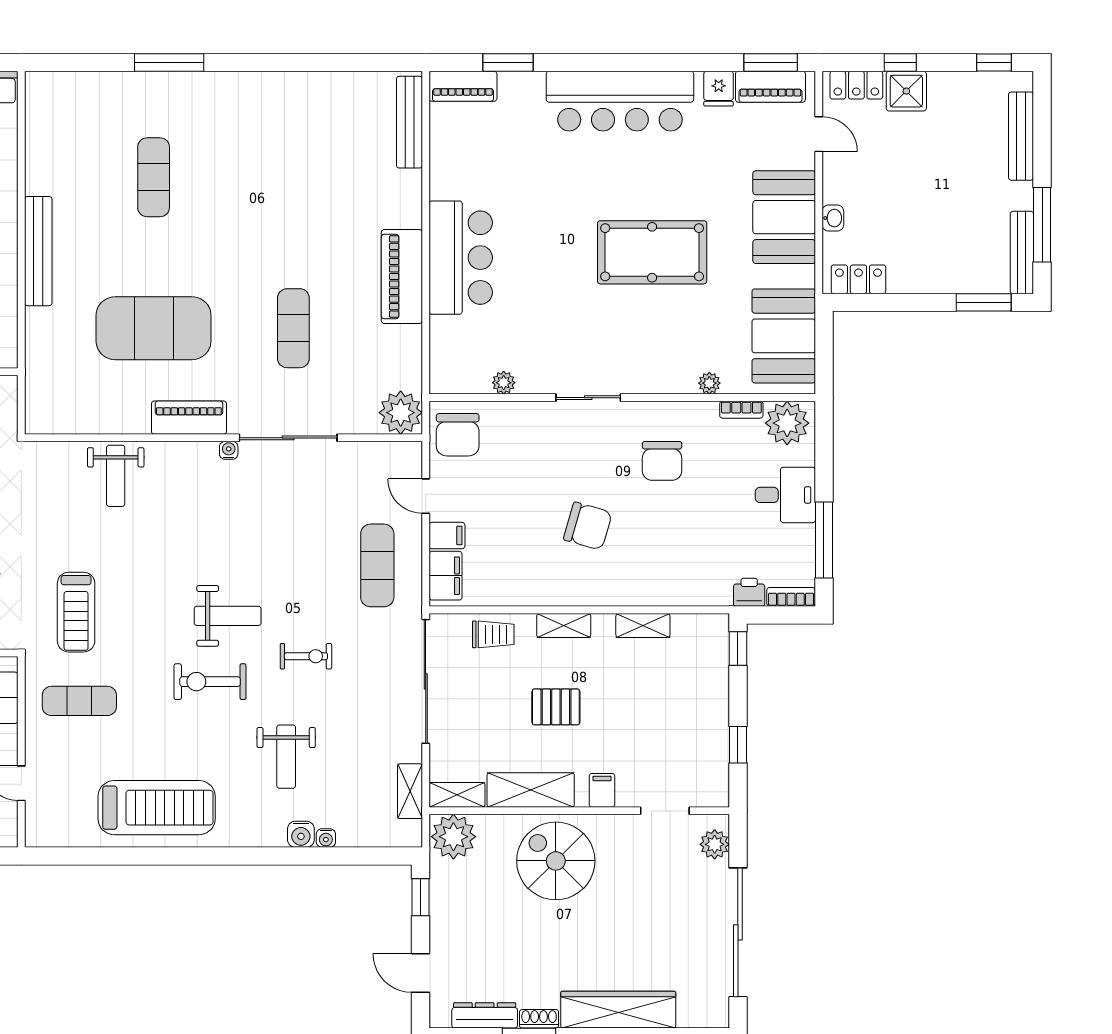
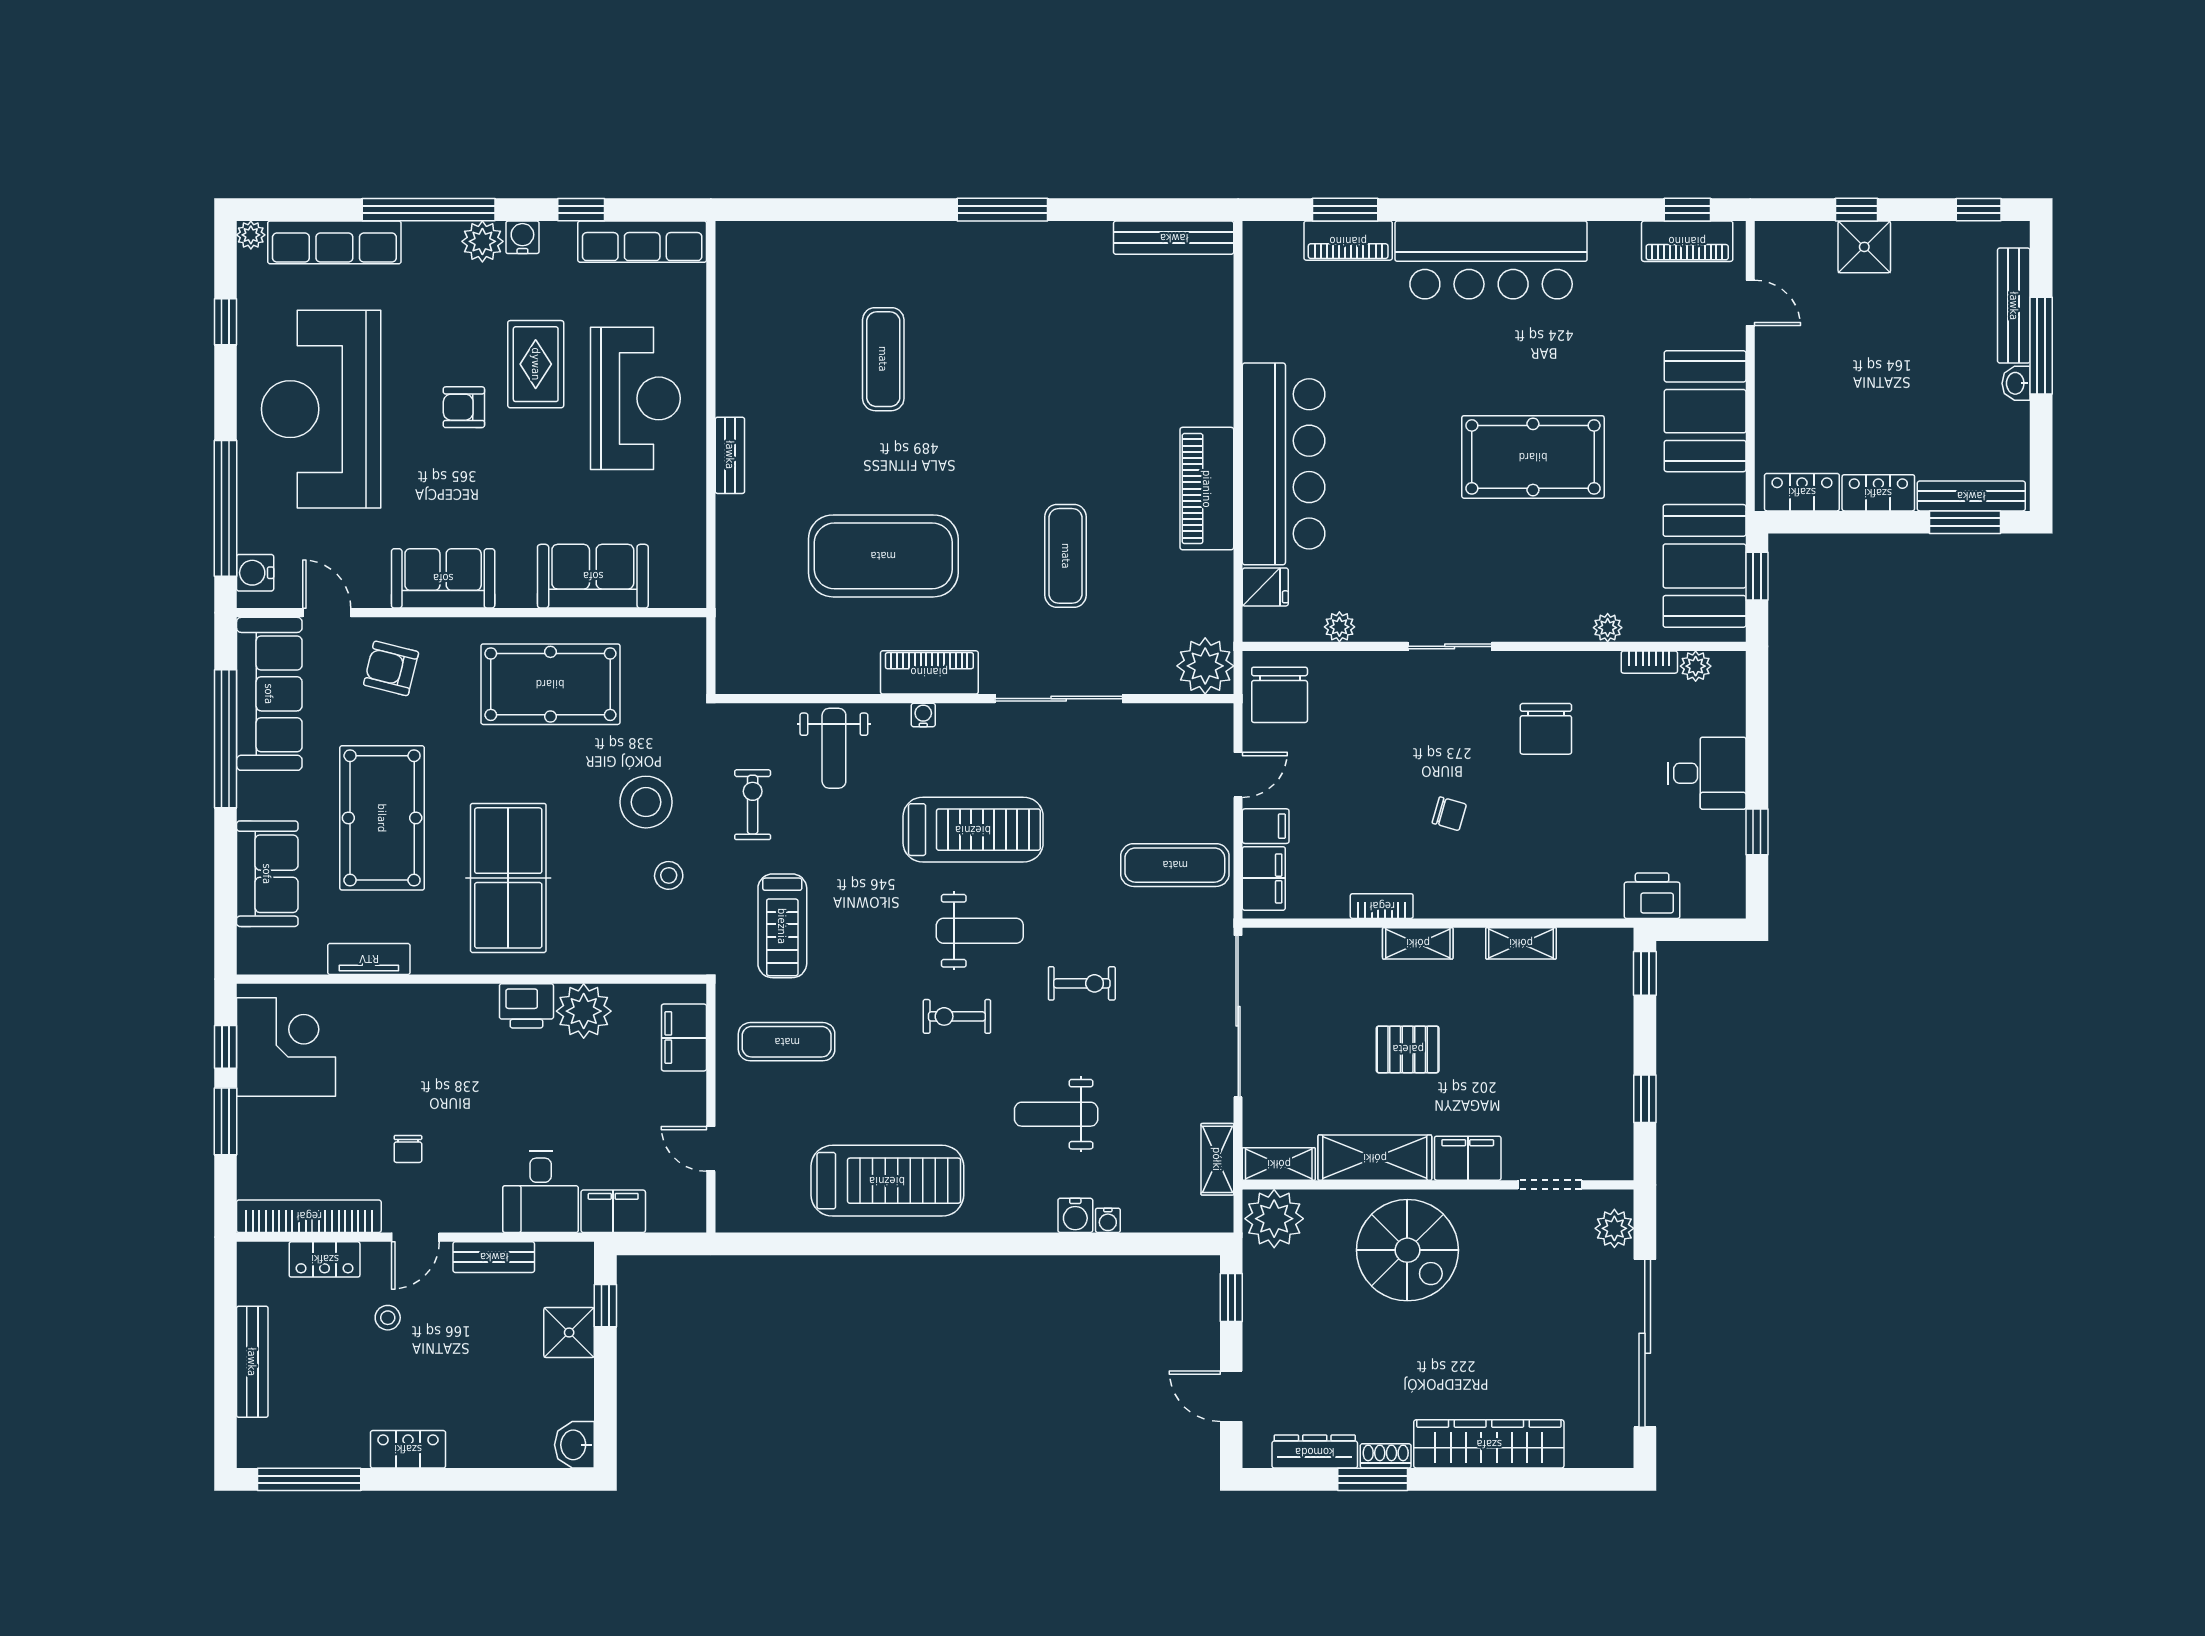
window: (169, 63) -> (1002, 210), moved
window: (771, 63) -> (1687, 210), width x0.67
locker: (856, 85) -> (1878, 493), moved, turned 180
piano: (463, 86) -> (1348, 241), moved
fridge: (719, 89) -> (1265, 587), moved, turned -90
bench: (409, 122) -> (1174, 238), moved, turned 90
washbasin: (833, 218) -> (2016, 383), moved, turned 180
window: (1042, 225) -> (2041, 346), moved
bench: (38, 251) -> (730, 455), width x0.54, depth x0.82
bench: (1022, 252) -> (1971, 496), moved, turned 90
bar counter: (461, 258) -> (1284, 464), width x1.36
window: (824, 344) -> (1757, 576), added
plant: (787, 423) -> (1696, 666), width x0.53, depth x0.53
water cooler: (229, 450) -> (923, 715), moved
door: (426, 496) -> (1238, 775), swing flipped
exercise bike: (53, 519) -> (753, 805), added
chair: (588, 526) -> (1449, 814), width x0.54, depth x0.54
treadmill: (222, 538) -> (973, 830), added
window: (824, 540) -> (1757, 832), width x0.46
exercise mat: (377, 565) -> (1175, 865), turned 90
printer: (749, 592) -> (1652, 896), width x1.36, depth x1.24
bookcase: (791, 597) -> (1382, 906), moved
trolley: (493, 634) -> (1326, 955), removed
exercise bike: (210, 682) -> (957, 1016), width x0.73, depth x0.72
weight bench: (286, 757) -> (1056, 1114), turned 90
filing cabinet: (602, 790) -> (1468, 1158), width x2.00
spiral stairs: (556, 861) -> (1407, 1250), turned 180

